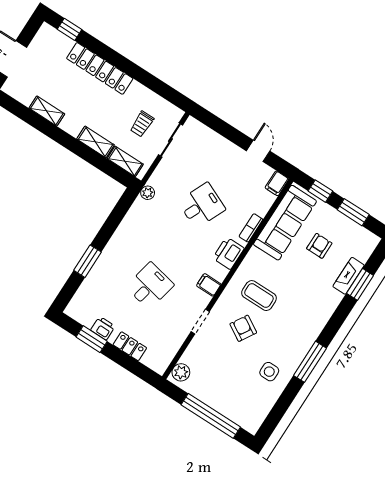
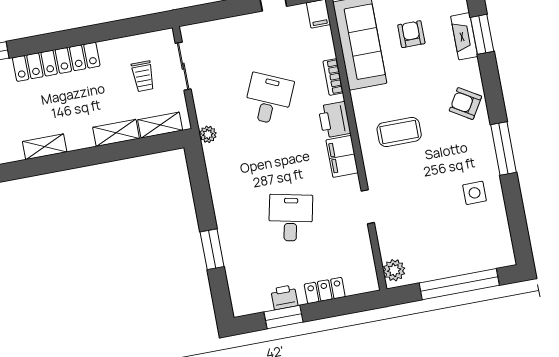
filing cabinet: (209, 285) -> (342, 156), width x2.00
armchair: (243, 328) -> (465, 104), moved

